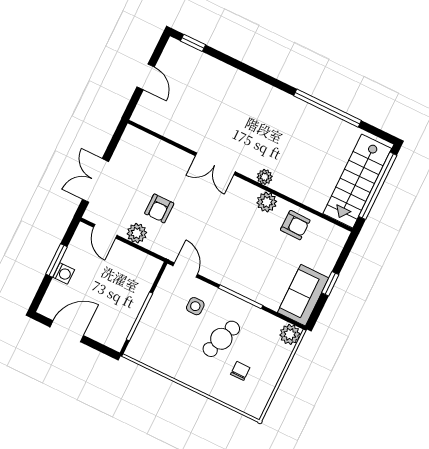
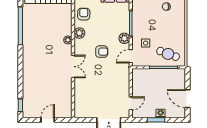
armchair: (159, 208) -> (102, 52), moved
plant: (137, 233) -> (124, 38), moved
cafe table: (221, 339) -> (168, 54), moved

